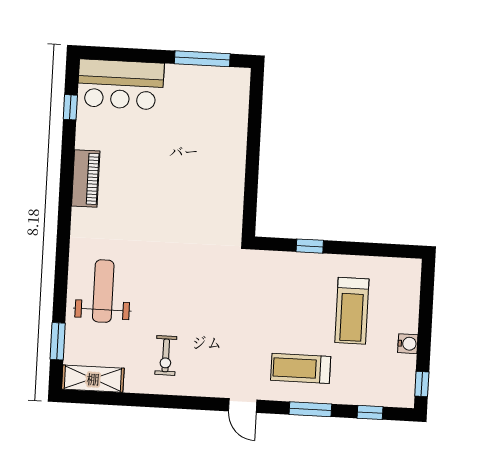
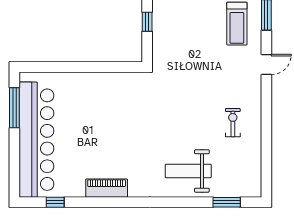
bar counter: (121, 84) -> (36, 140), width x1.86
exercise bike: (166, 355) -> (233, 123), turned -90
shelving: (93, 379) -> (253, 175), removed

